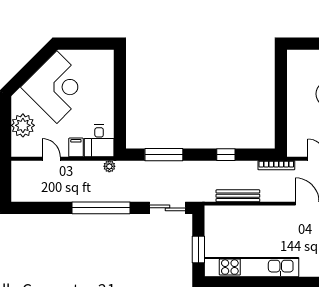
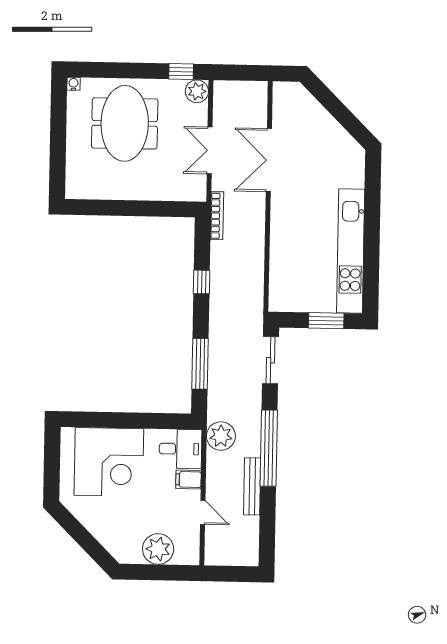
corner desk: (57, 87) -> (109, 462), moved, turned 135
door: (51, 159) -> (203, 512), swing flipped
plant: (109, 166) -> (221, 436), width x1.88, depth x1.88
bench: (238, 196) -> (252, 486), moved

